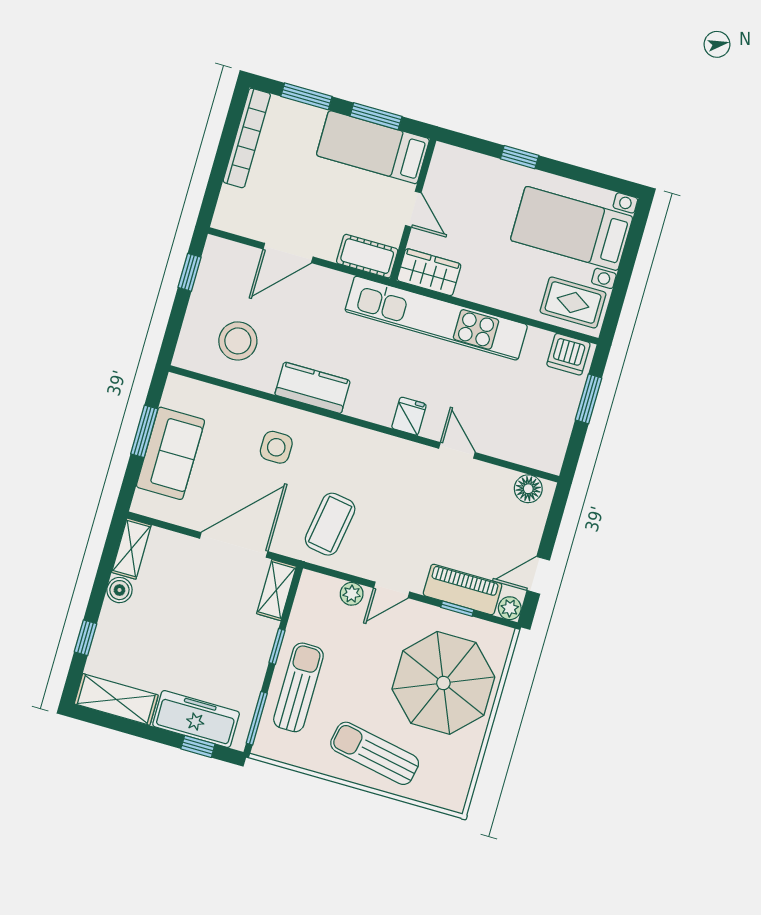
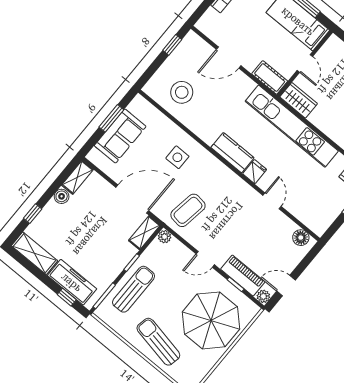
kitchen counter: (312, 388) -> (232, 153), moved
plant: (352, 594) -> (165, 237), moved

